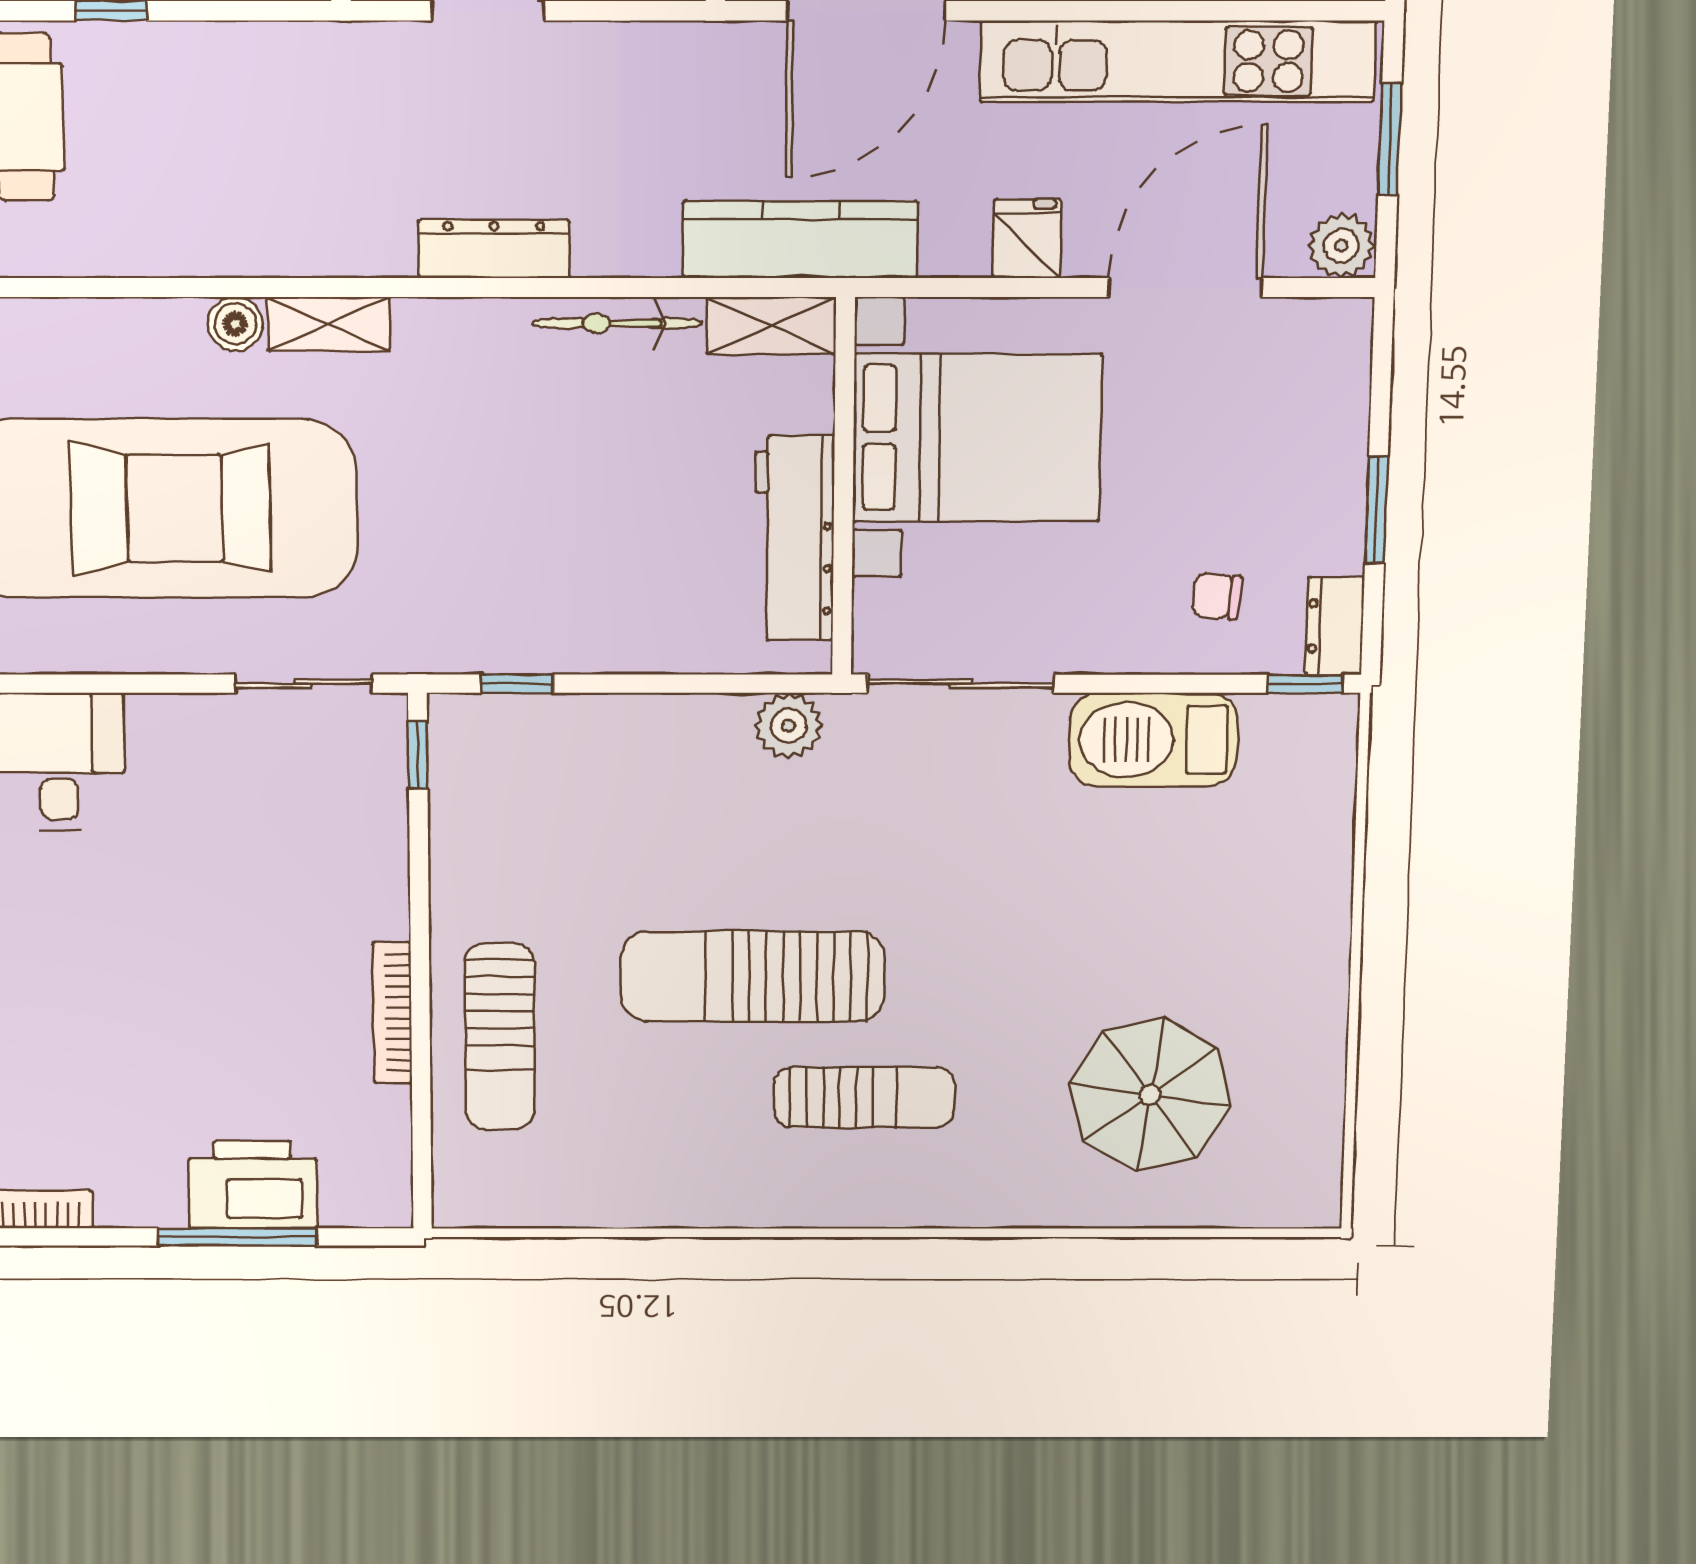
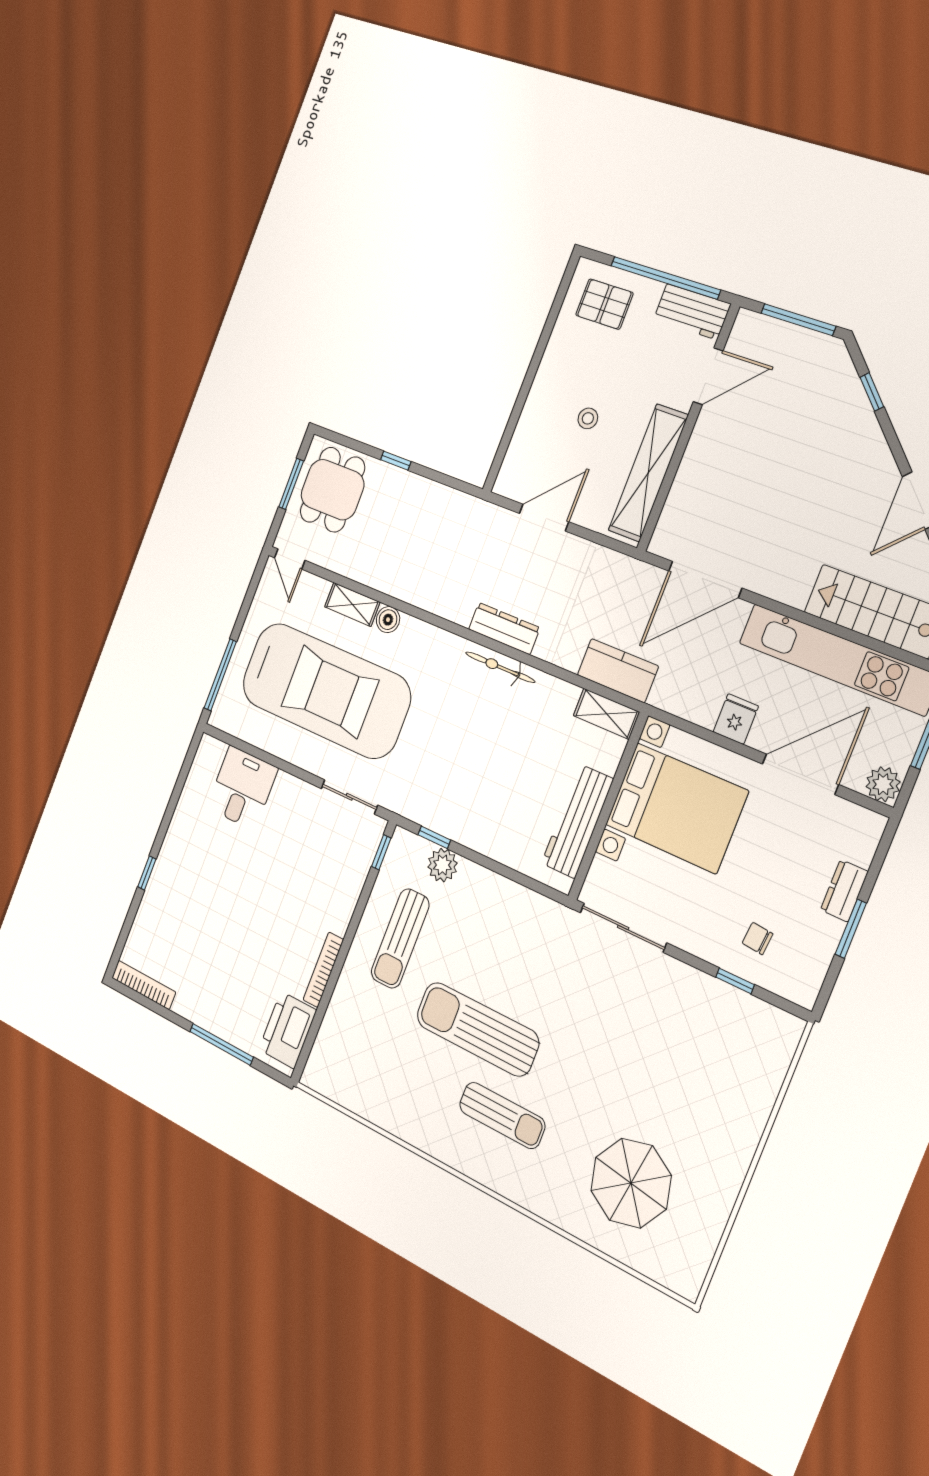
kitchen counter: (800, 240) -> (618, 671), width x0.67
bicycle: (617, 323) -> (500, 667), moved
shelving: (329, 324) -> (352, 604), moved
dresser: (1335, 626) -> (844, 891), moved
window: (1305, 684) -> (735, 981), moved
plant: (789, 726) -> (442, 865), moved
barbecue: (1153, 740) -> (700, 998), removed
sun lounger: (500, 1036) -> (400, 938), moved
printer: (253, 1185) -> (288, 1030), moved, turned -90

